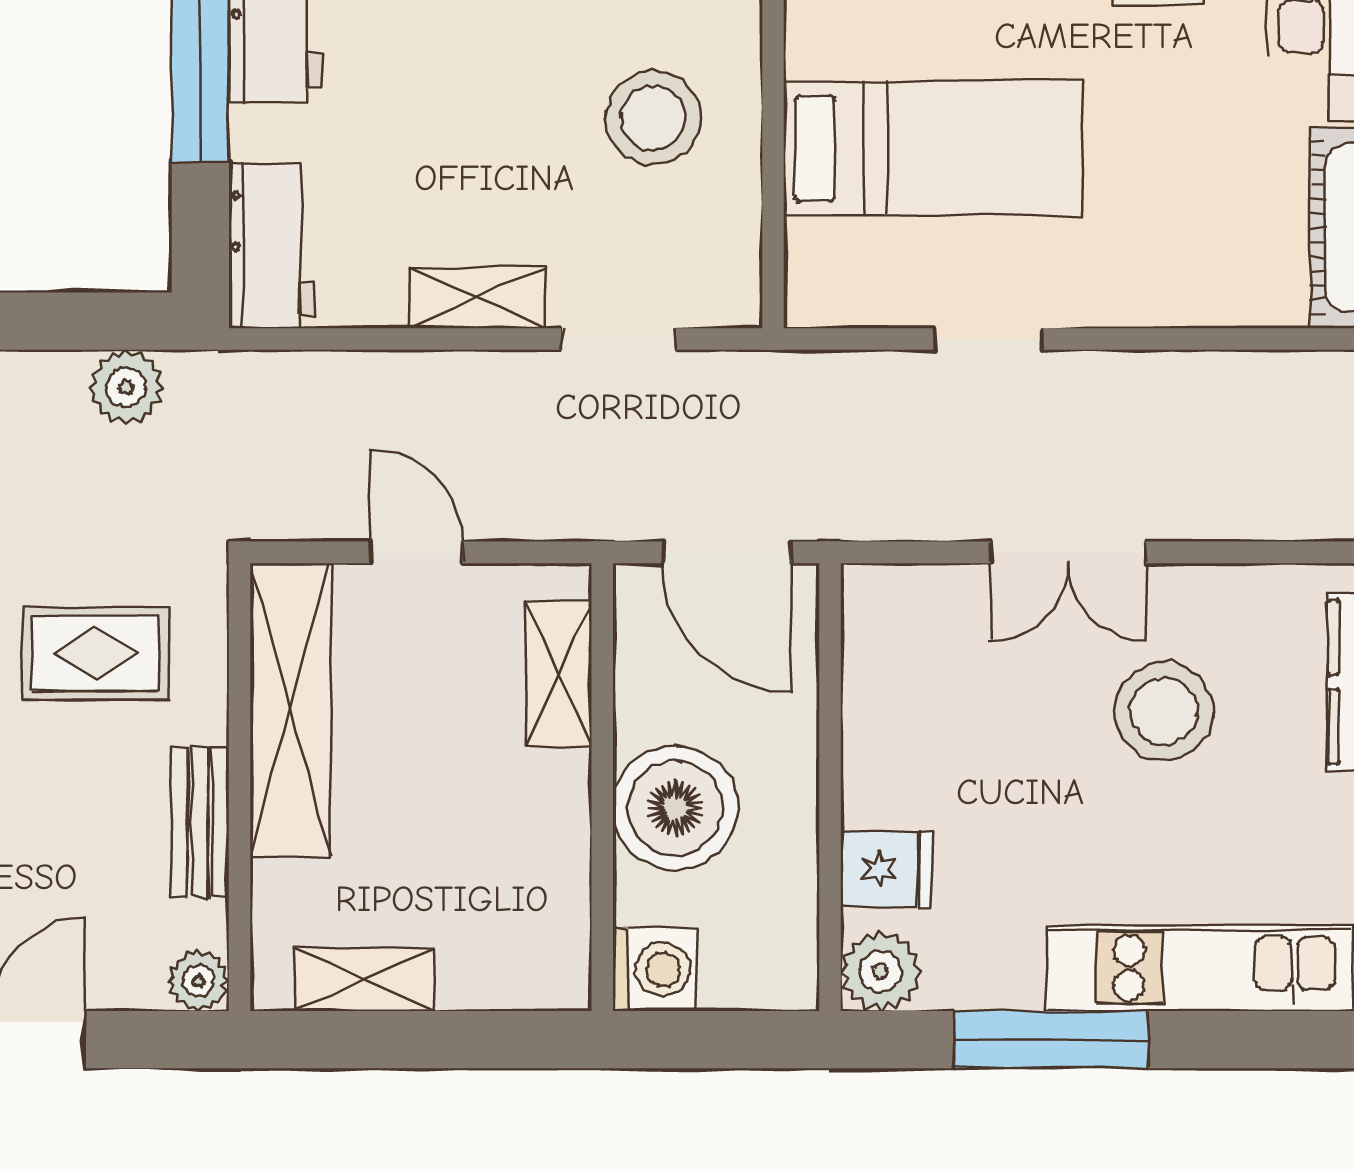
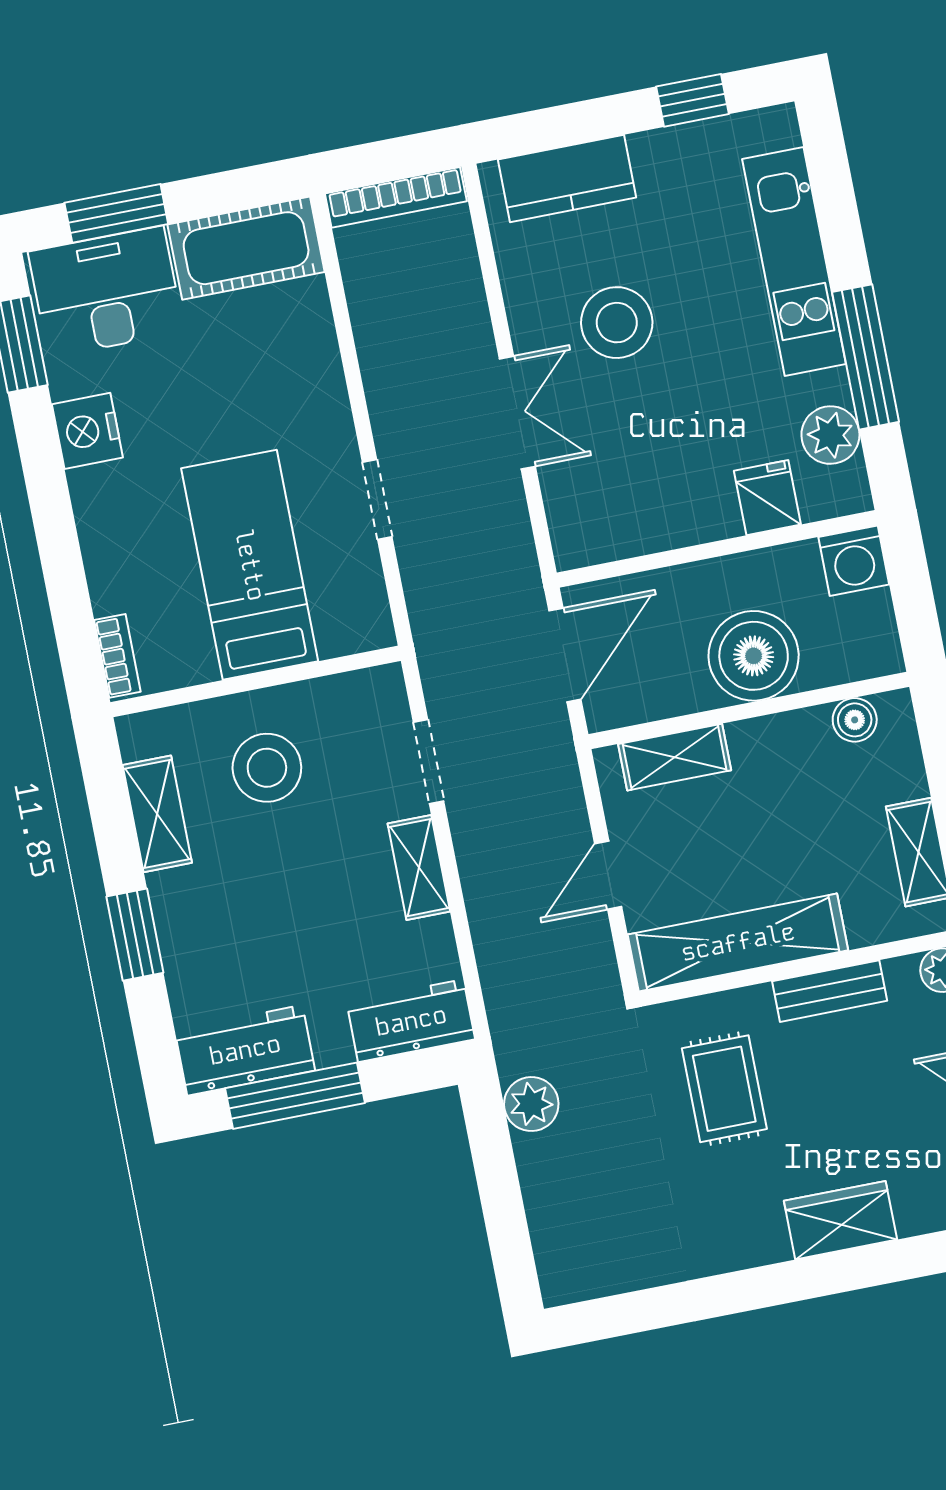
boiler: (561, 928) -> (855, 720), added
washing machine: (655, 969) -> (854, 561), moved, turned 180
plant: (881, 971) -> (830, 435), moved

